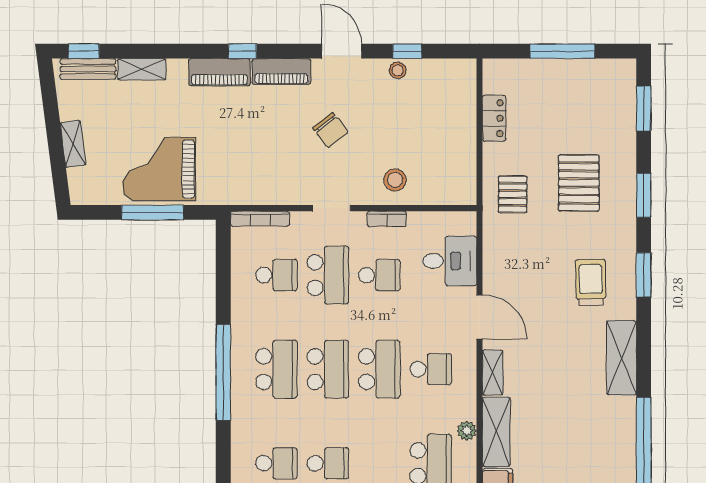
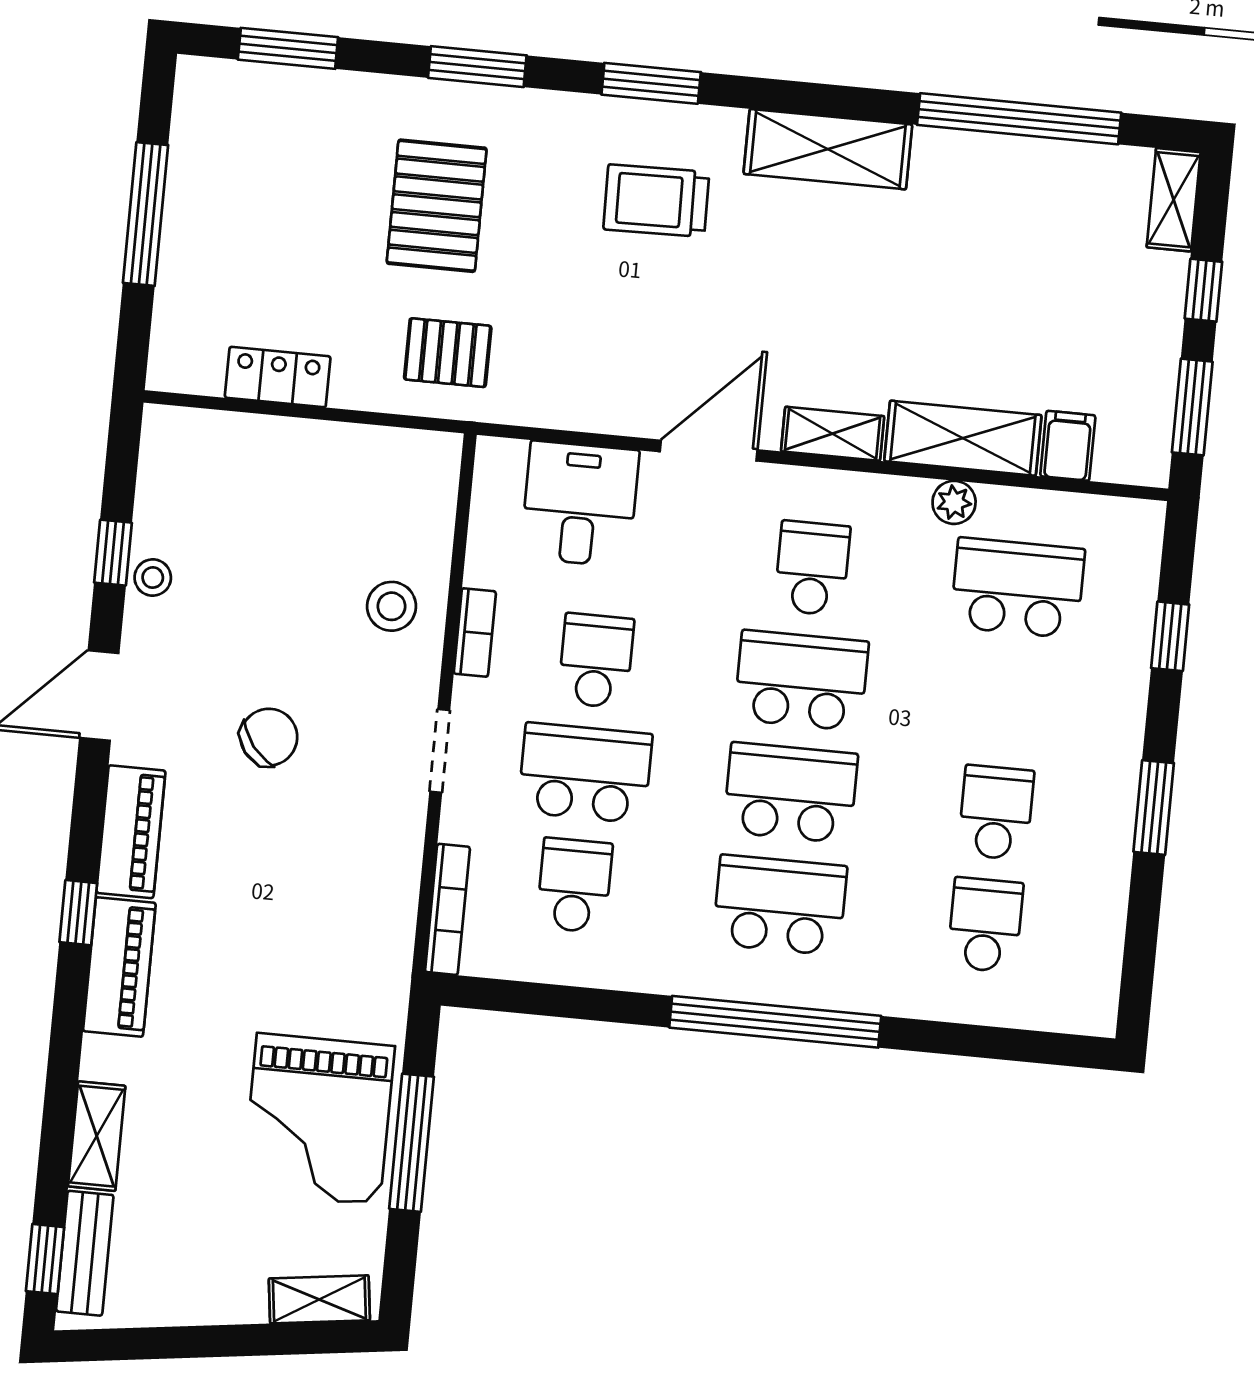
shelving: (73, 144) -> (319, 1299), moved
pallet: (579, 183) -> (437, 206), turned 90

